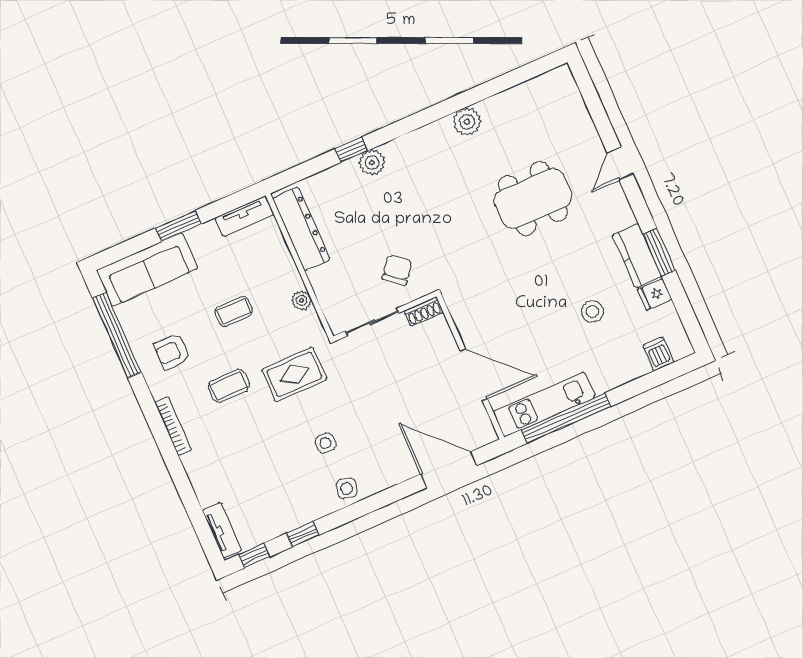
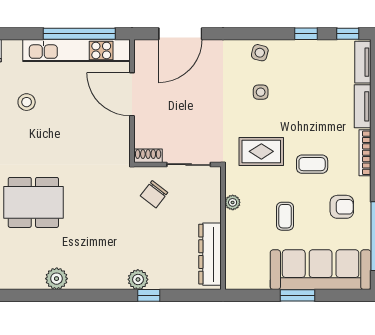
tv unit: (244, 216) -> (363, 106), moved, turned -90
sofa: (147, 269) -> (321, 270), width x1.36, depth x1.27
coffee table: (234, 311) -> (285, 216), turned 90
kitchen unit: (544, 404) -> (77, 50), width x1.36
door: (449, 470) -> (180, 34), hinge flipped

